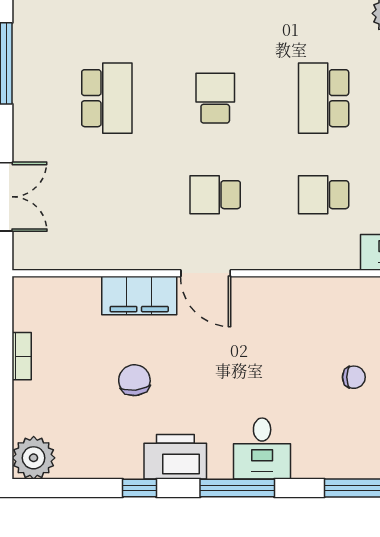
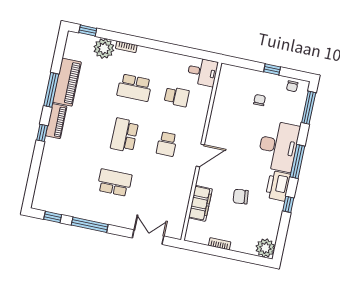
school desk: (215, 98) -> (124, 135), width x1.85
school desk: (324, 195) -> (177, 97), turned -90
filing cabinet: (139, 296) -> (200, 203), moved
desk: (262, 449) -> (278, 146), width x1.87, depth x1.30

